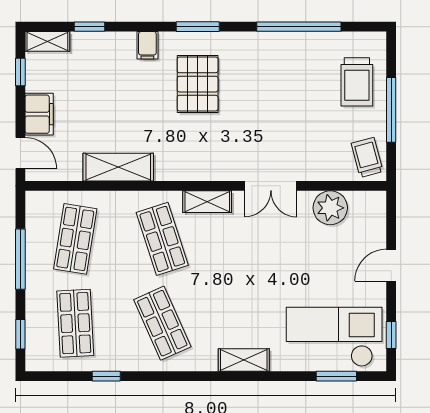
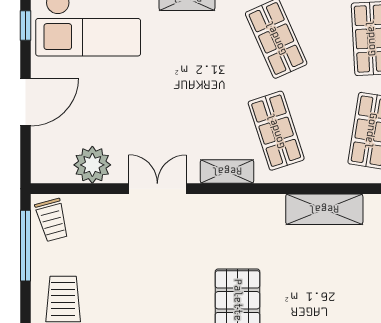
window: (391, 110) -> (26, 246), moved
door: (391, 265) -> (26, 102), width x1.38

